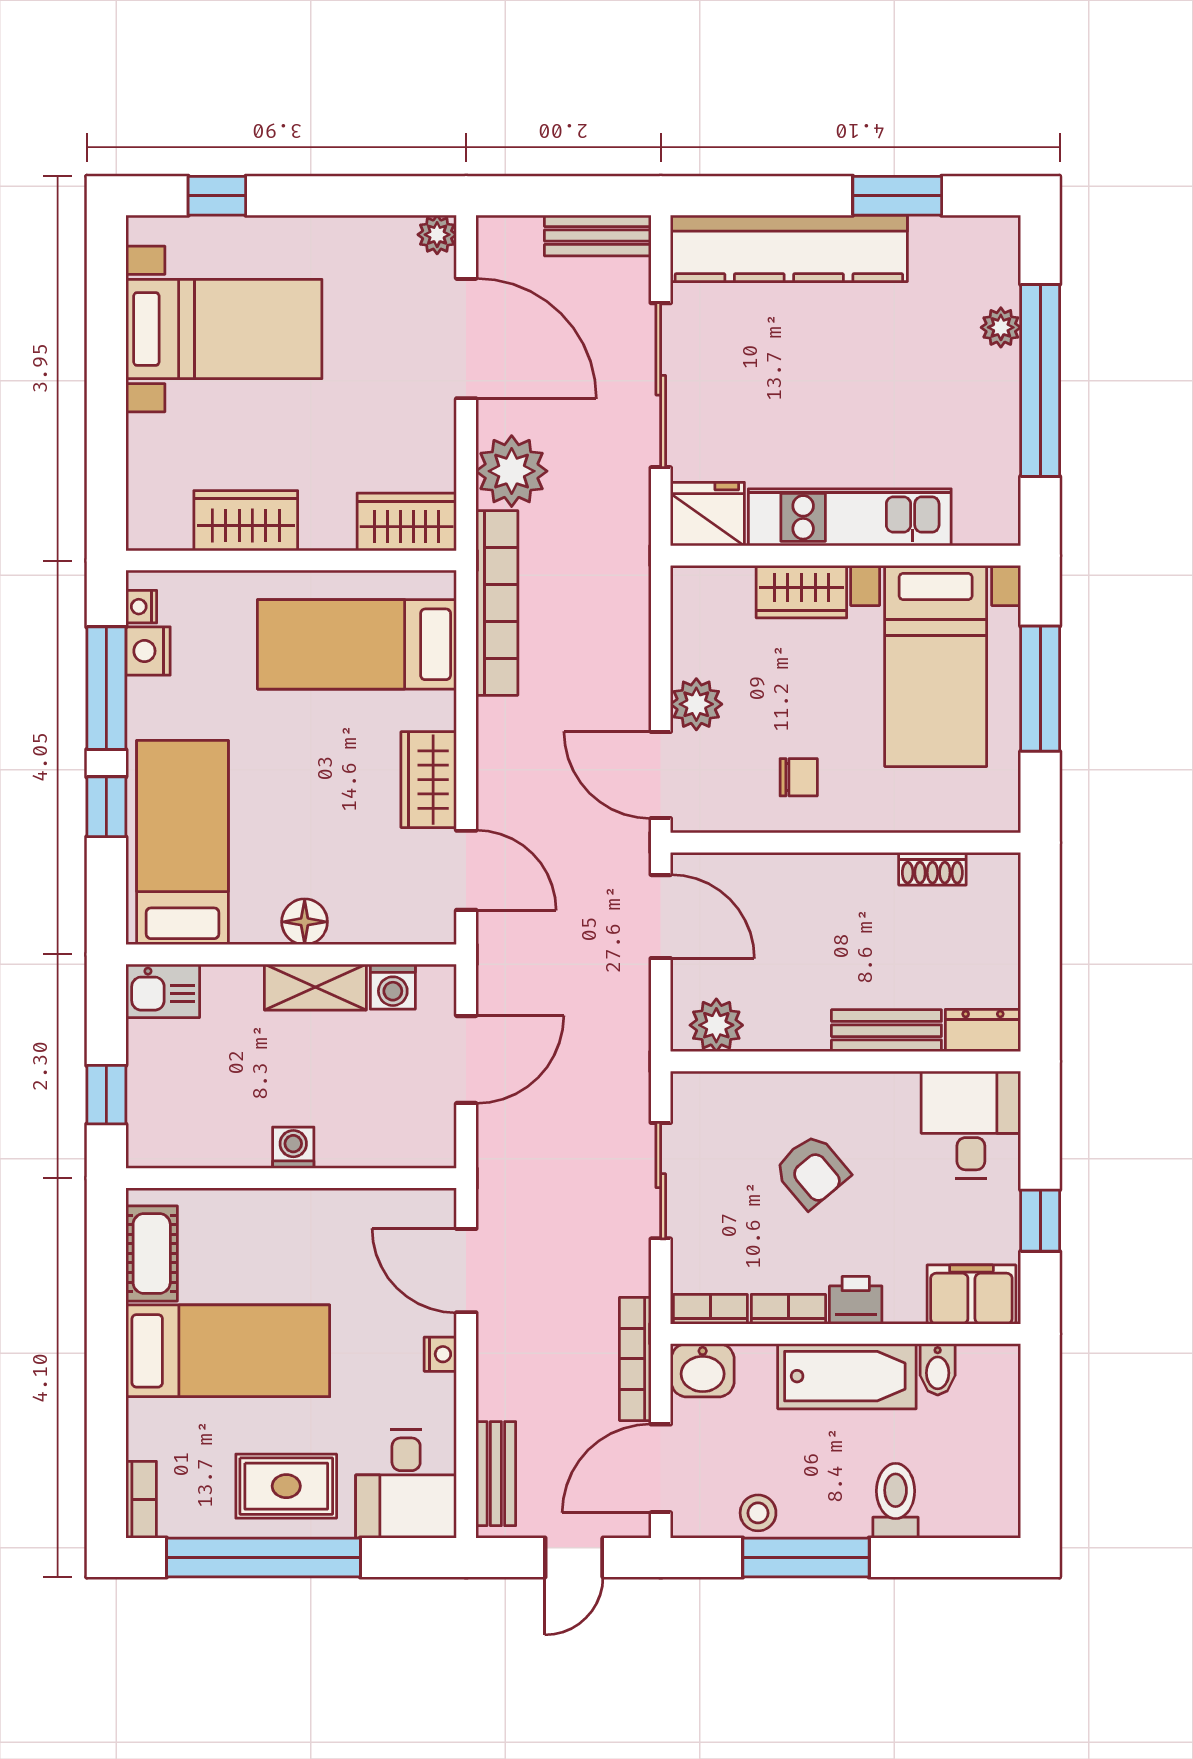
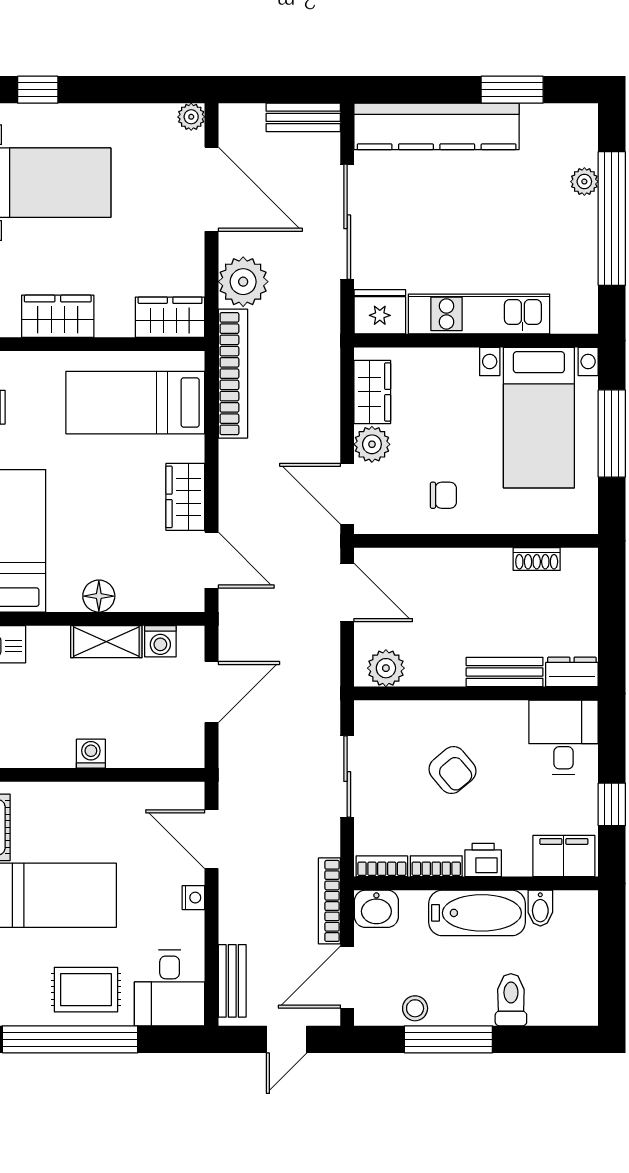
wardrobe: (801, 592) -> (372, 392), moved, turned -90

